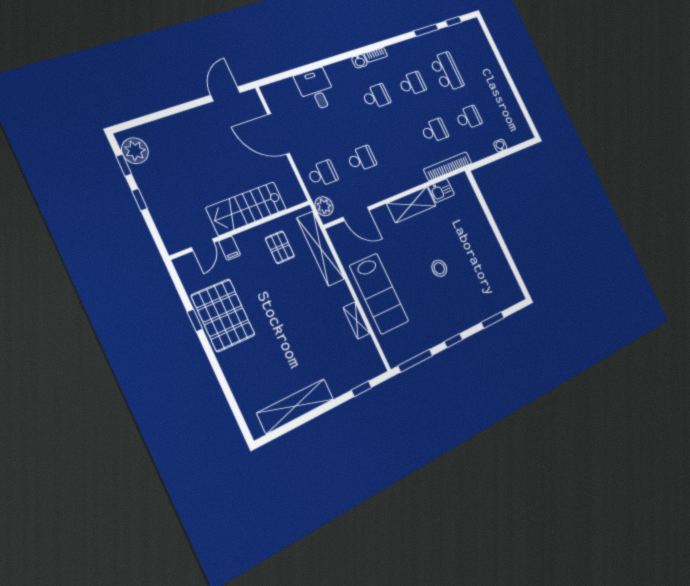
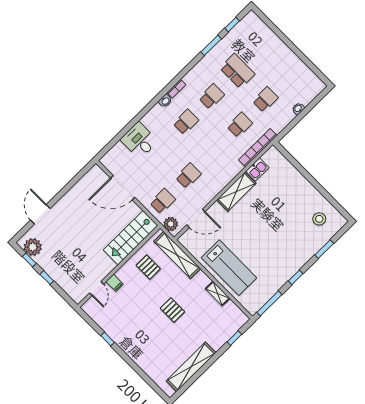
door: (225, 94) -> (40, 214), moved
stairs: (247, 208) -> (131, 238), moved
stool: (439, 268) -> (319, 219), moved
pallet: (223, 315) -> (172, 310), moved, width x0.49, depth x0.50

